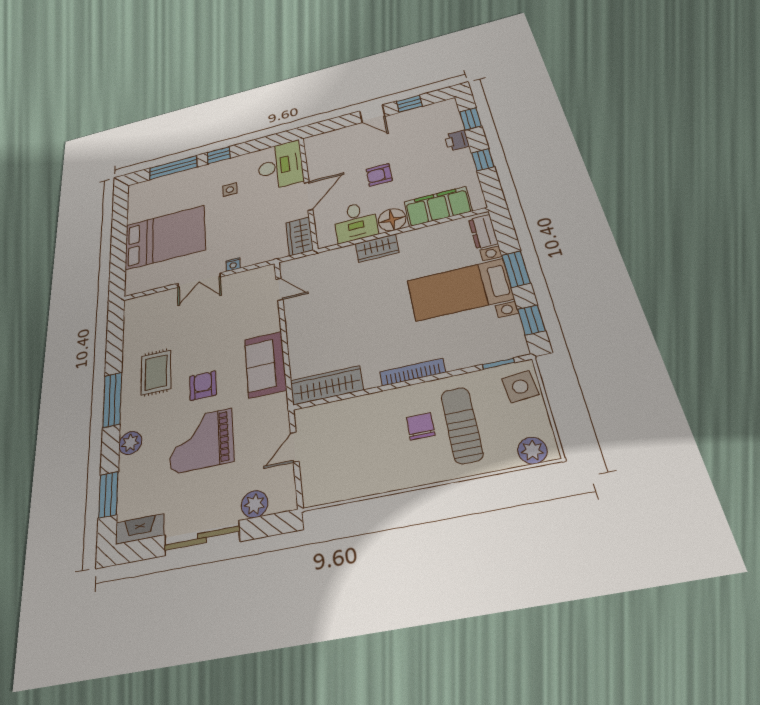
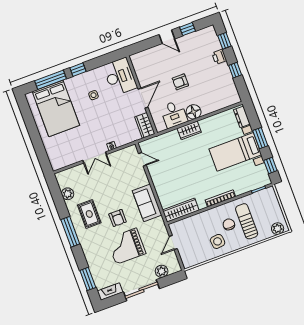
filing cabinet: (438, 206) -> (216, 102), removed
bed: (165, 237) -> (56, 108), moved, turned 90
armchair: (203, 386) -> (118, 218), turned 180
side table: (520, 387) -> (218, 241), moved
plant: (130, 443) -> (68, 194), moved

